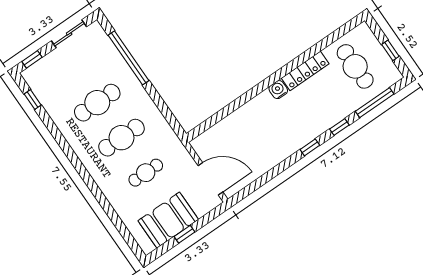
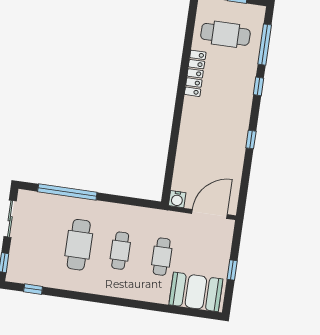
water cooler: (278, 90) -> (177, 199), moved, turned -90
cafe table: (121, 138) -> (120, 251), width x0.73, depth x0.74
window: (310, 147) -> (251, 139), moved
booth: (168, 220) -> (196, 292), moved, turned 90

